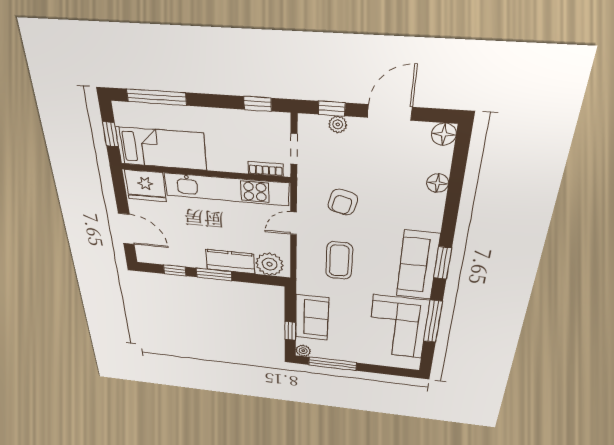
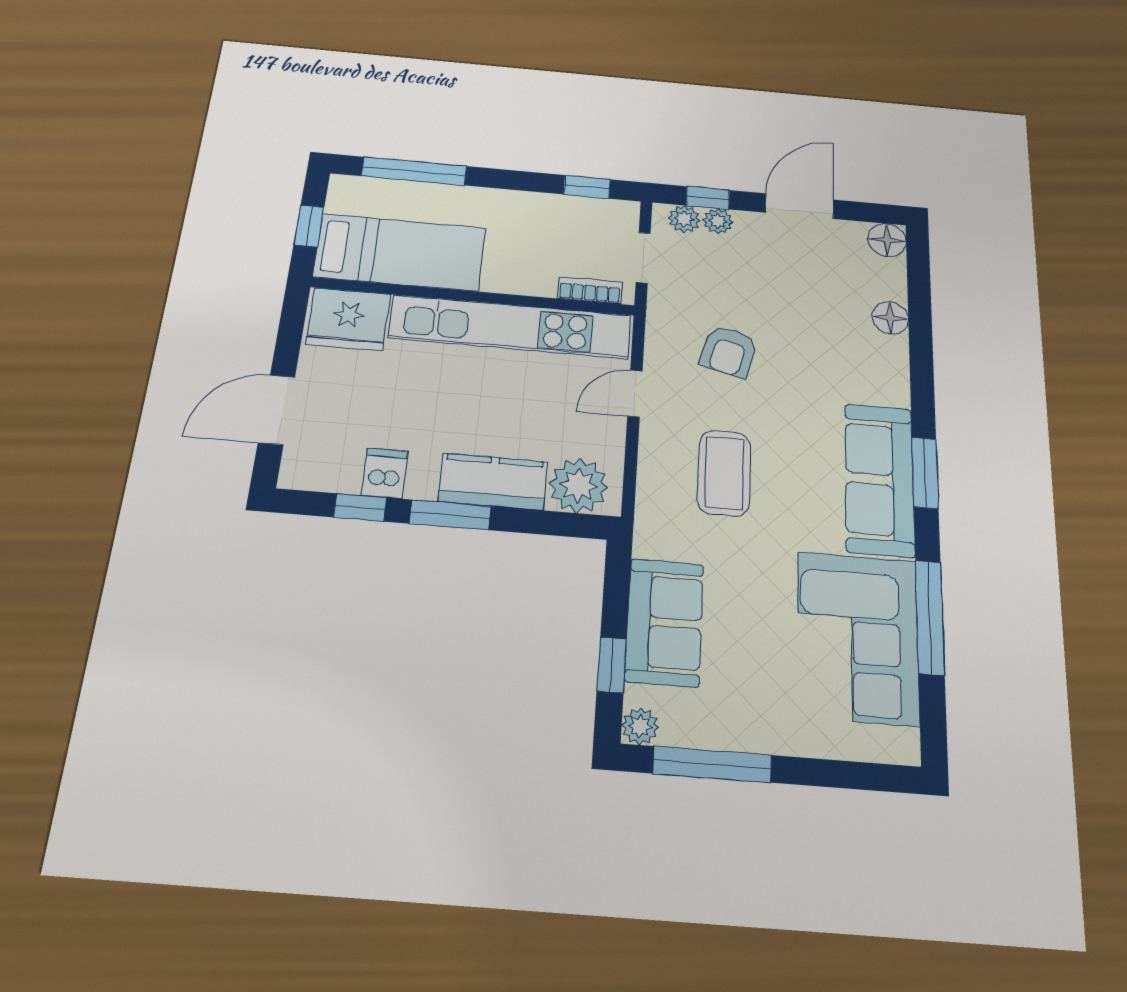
plant: (317, 124) -> (684, 219), added
door: (126, 229) -> (277, 410), swing flipped
dishwasher: (182, 257) -> (385, 473), added

